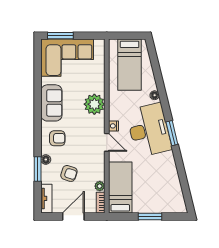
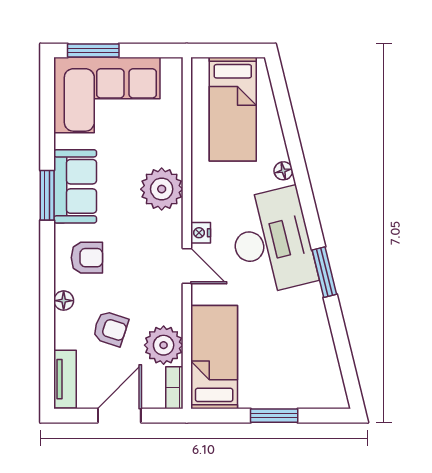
window: (172, 133) -> (324, 272), moved
window: (38, 169) -> (47, 195), moved
plant: (100, 186) -> (164, 345), width x1.88, depth x1.88

